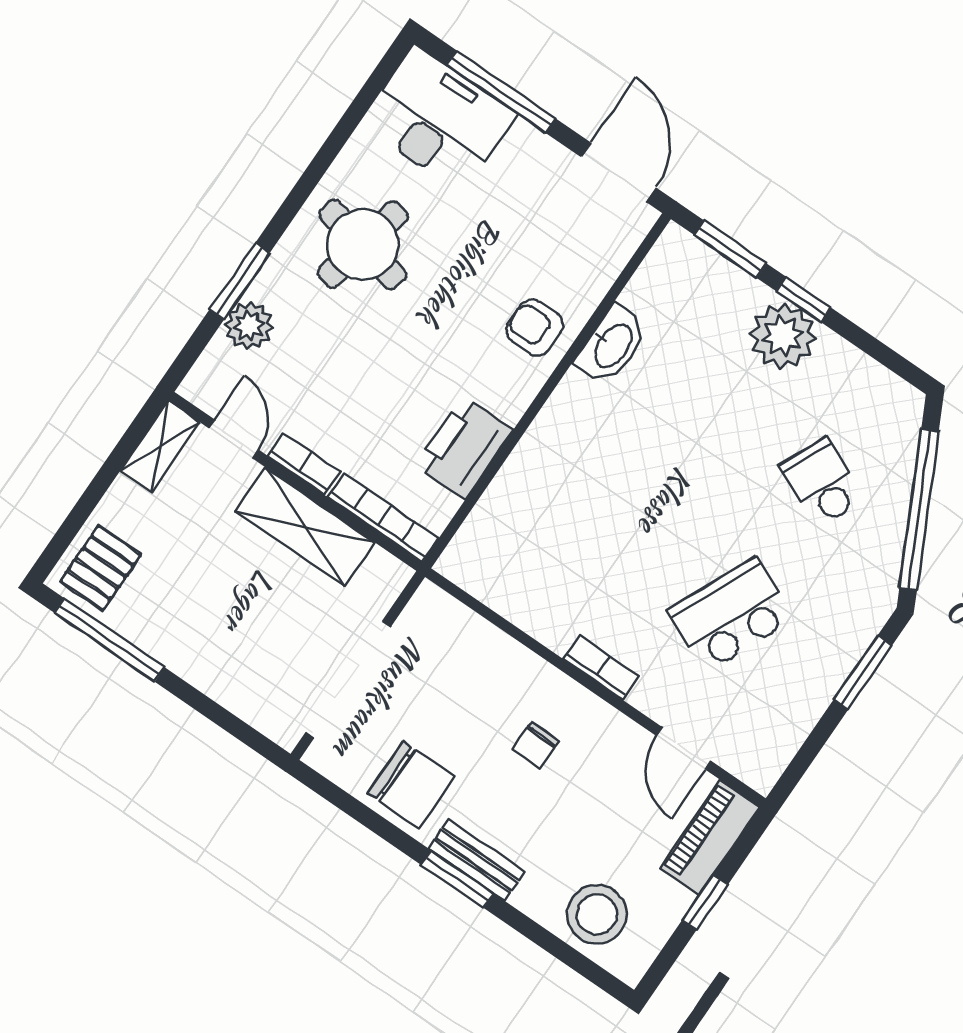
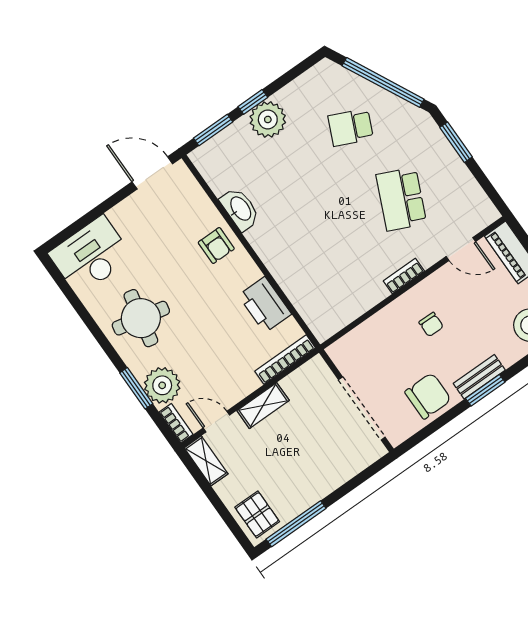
window: (501, 92) -> (89, 218), removed
plant: (249, 326) -> (162, 385), width x1.36, depth x1.36
armchair: (535, 328) -> (216, 246), turned -90
bookcase: (304, 464) -> (176, 423), moved, turned 90
shelving: (305, 527) -> (263, 406), width x0.67, depth x0.75

